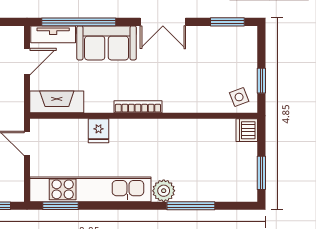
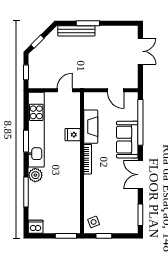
tv unit: (53, 34) -> (133, 106), removed
fireplace: (57, 102) -> (91, 127), moved
dishwasher: (247, 130) -> (36, 227), moved
window: (261, 173) -> (66, 236), moved
window: (60, 206) -> (26, 141), moved

